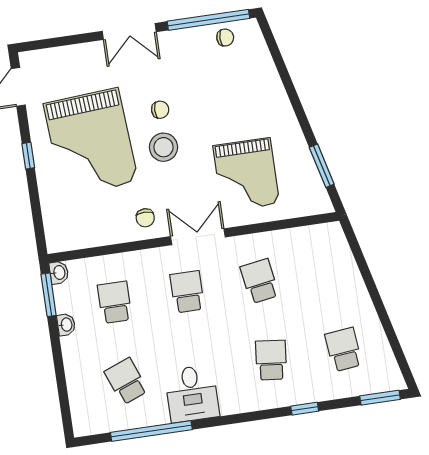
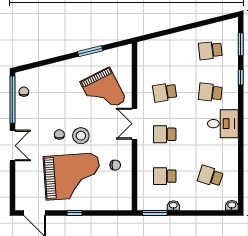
window: (322, 166) -> (90, 51), moved
grand piano: (246, 175) -> (103, 91), turned 63
chair: (145, 218) -> (115, 165), moved
washbasin: (59, 273) -> (232, 205), moved
school desk: (126, 381) -> (210, 176), turned 39
desk: (192, 394) -> (223, 124), moved
window: (380, 398) -> (241, 44), moved
window: (151, 431) -> (241, 166), removed

